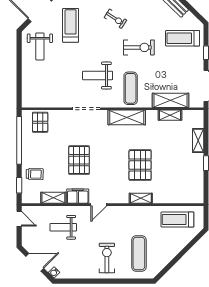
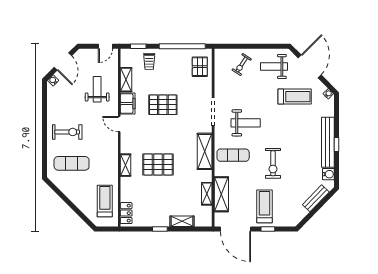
exercise bike: (115, 19) -> (242, 65), moved
treadmill: (183, 38) -> (265, 206), moved
weight bench: (98, 76) -> (246, 123), turned 90
pallet: (40, 122) -> (200, 67), turned 90
locker: (190, 198) -> (126, 213), added

